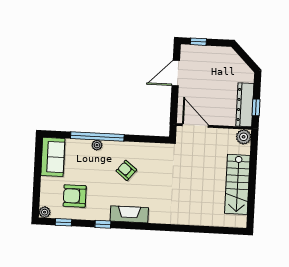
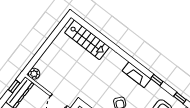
stairs: (237, 184) -> (87, 40), moved, turned 90

